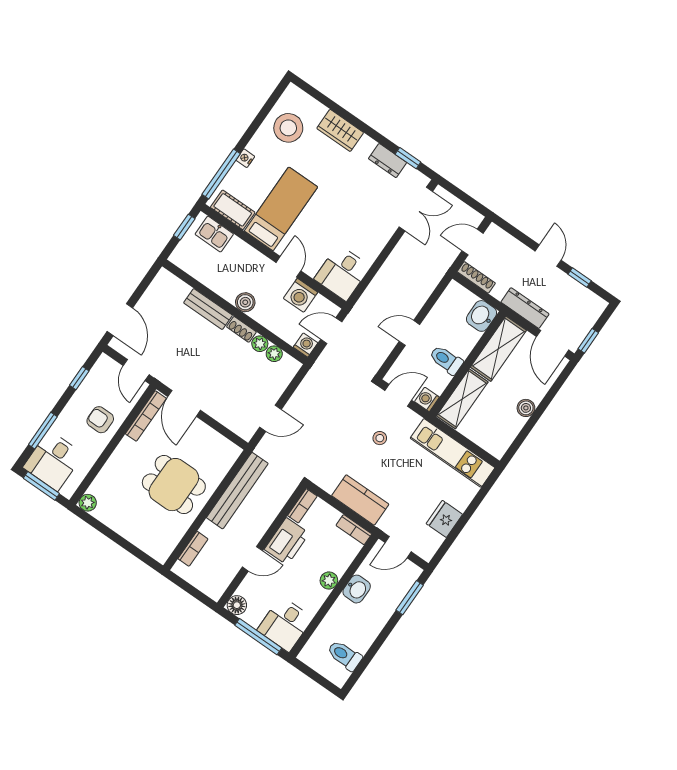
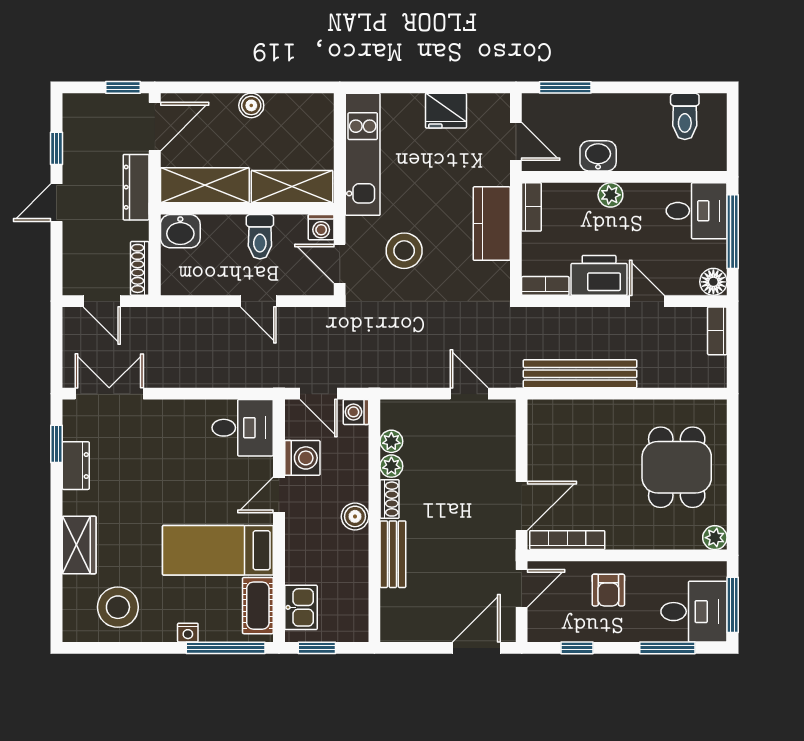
stool: (380, 438) -> (404, 251), width x1.89, depth x1.89
dining table: (174, 485) -> (677, 467), moved
bookcase: (193, 549) -> (717, 331), moved, turned -90

